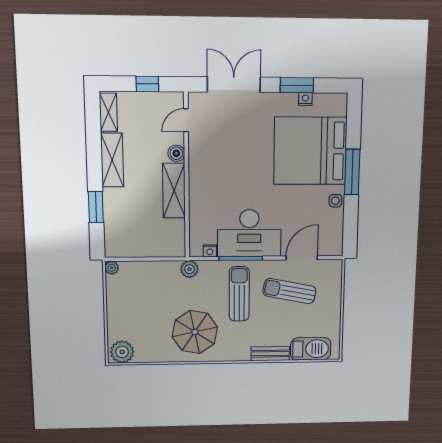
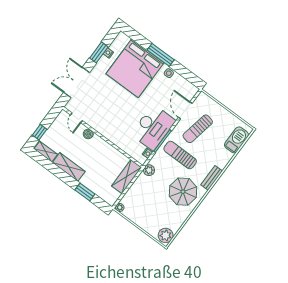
window: (147, 84) -> (40, 132), moved
shelving: (174, 191) -> (126, 177), moved, turned 90
bench: (270, 354) -> (212, 178), moved

